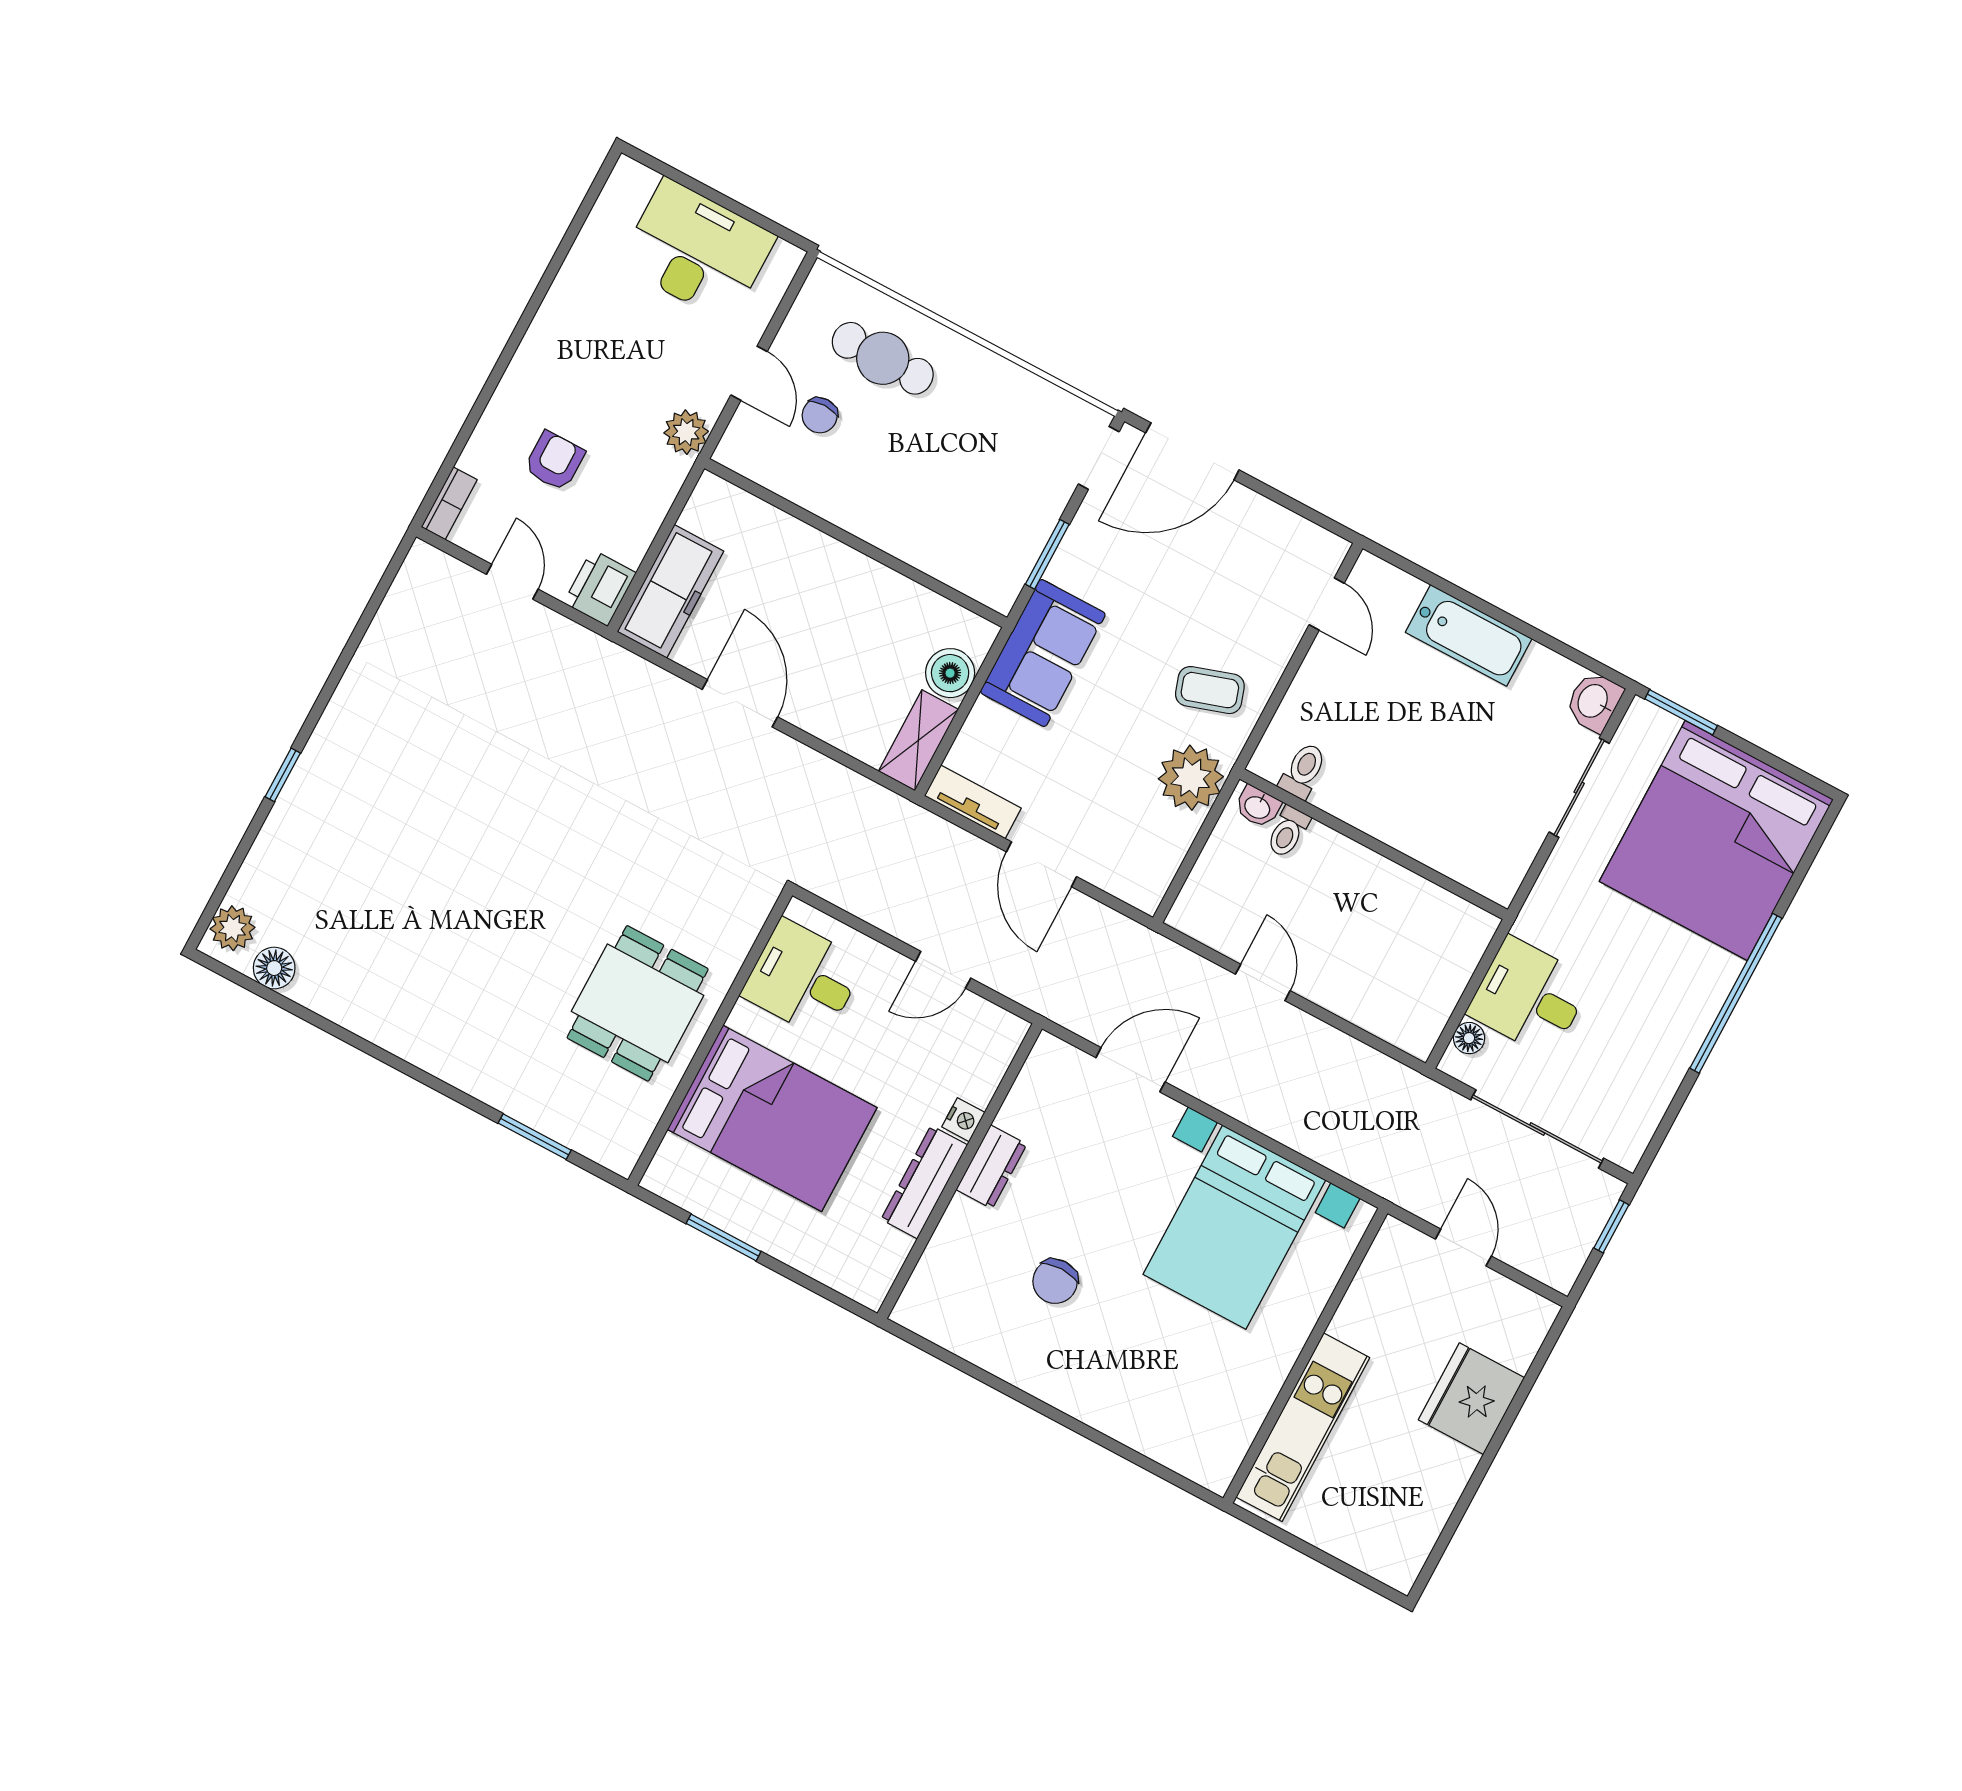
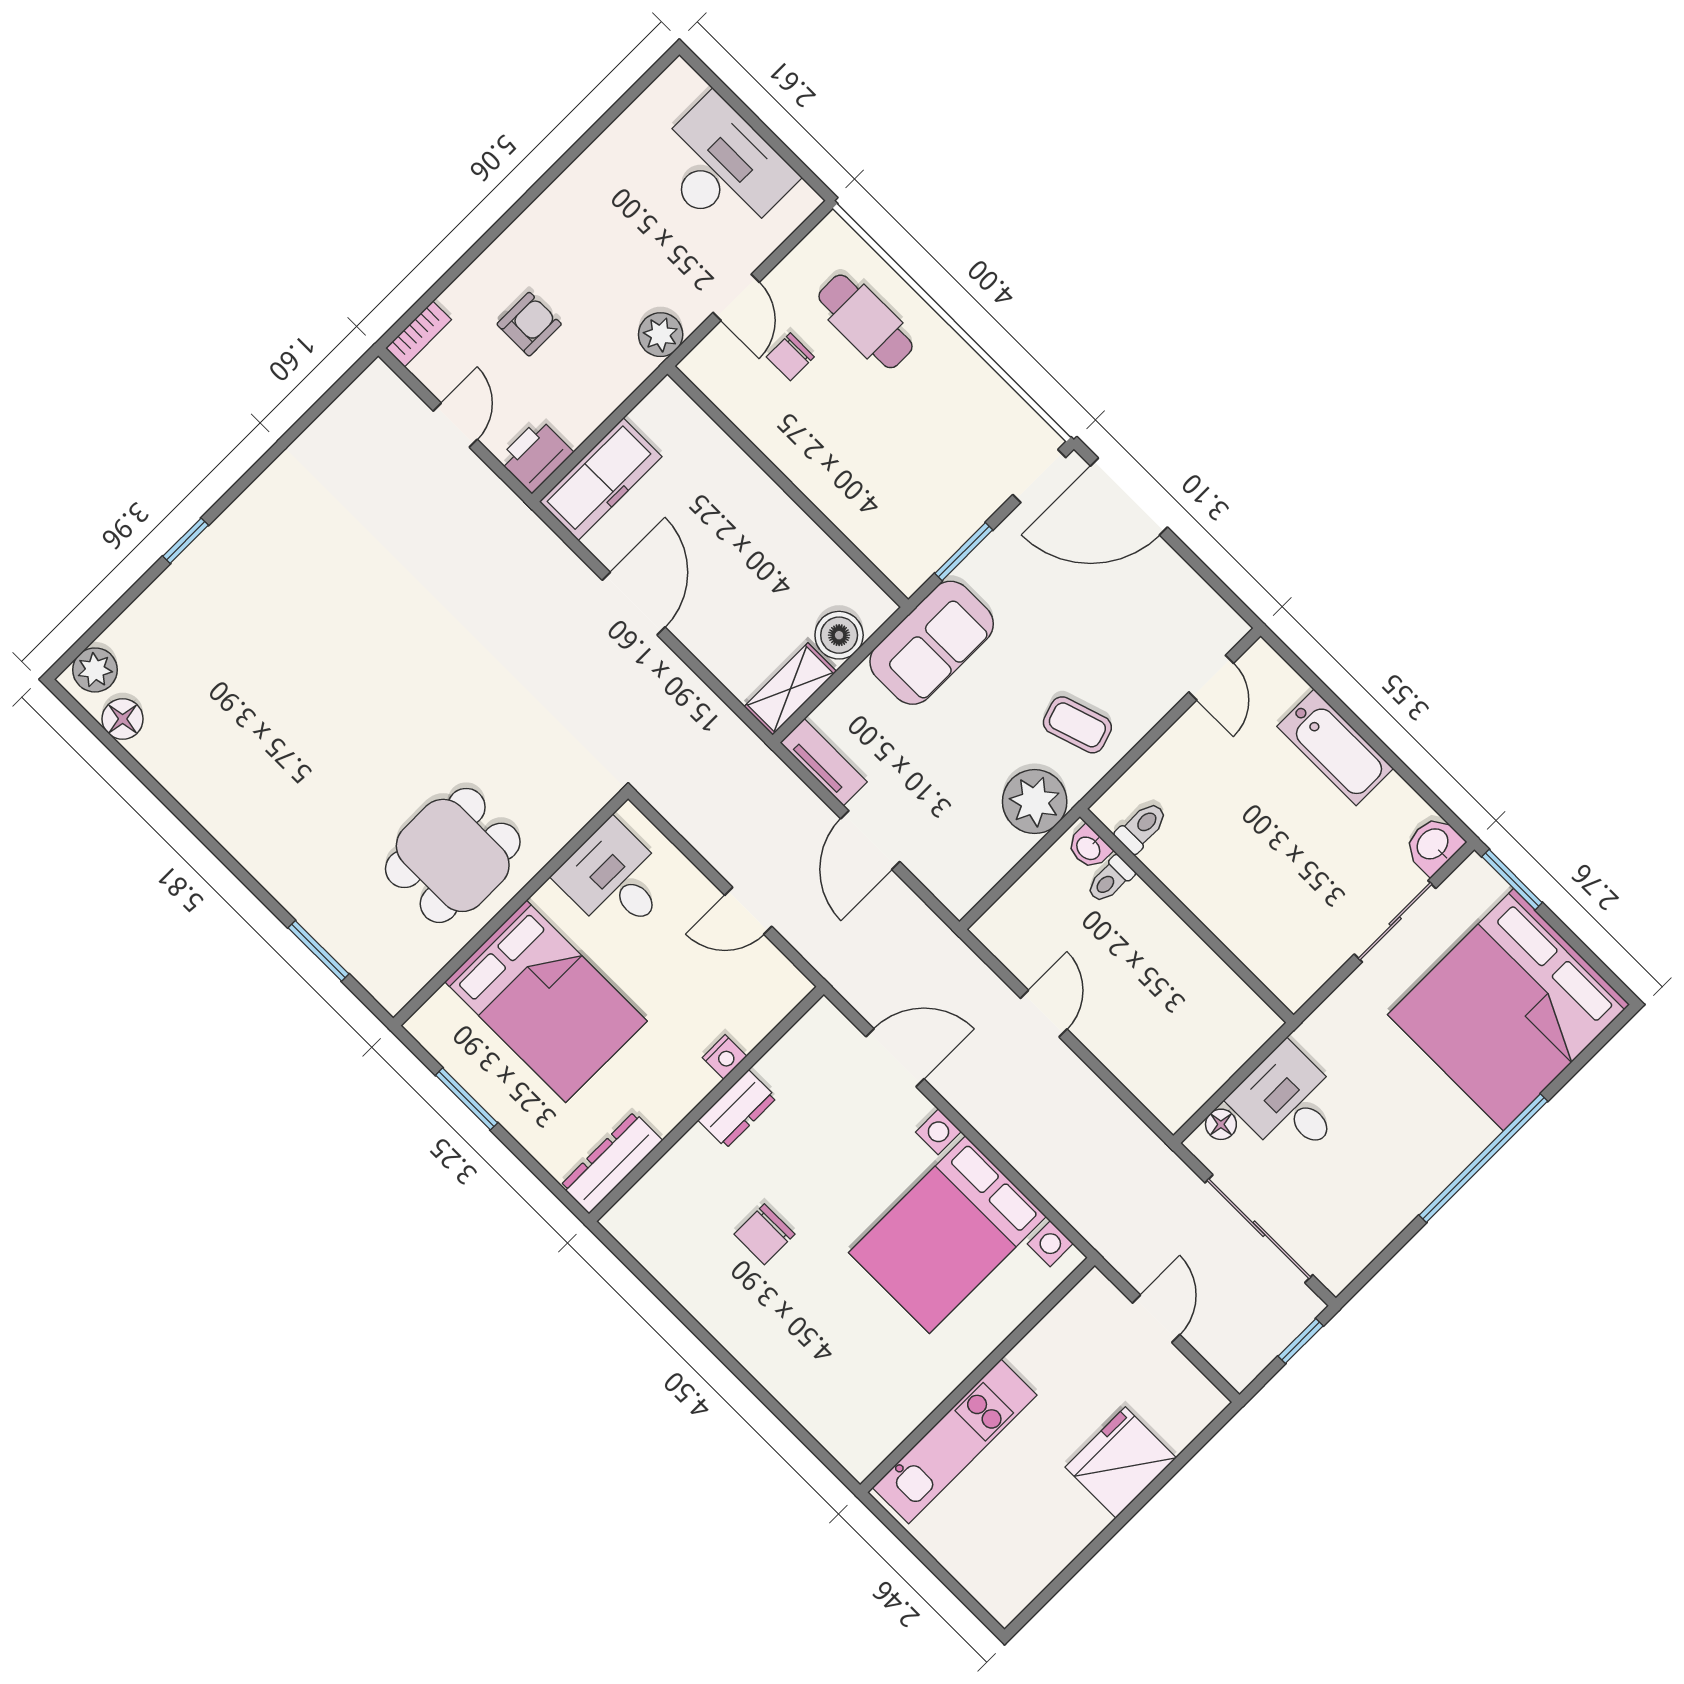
dresser: (924, 1182) -> (612, 1163), moved

